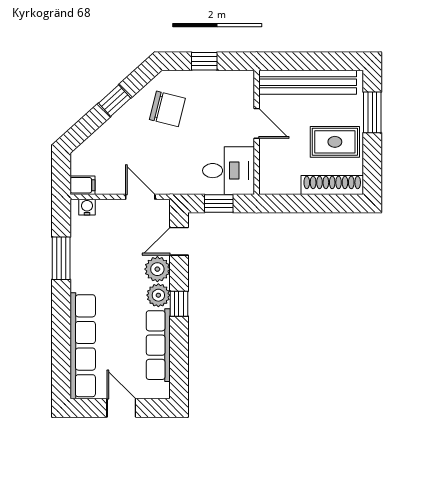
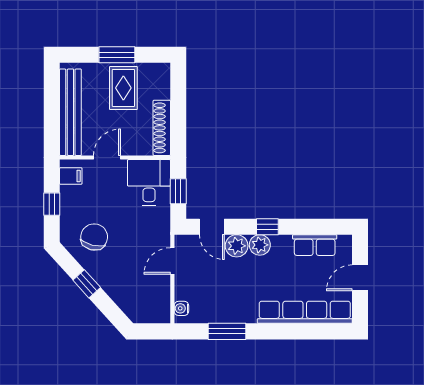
window: (372, 112) -> (117, 55), moved
filing cabinet: (83, 185) -> (71, 176), moved, turned 90
shoe rack: (332, 185) -> (162, 128), moved
row of seats: (158, 345) -> (315, 245), width x0.68

